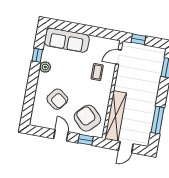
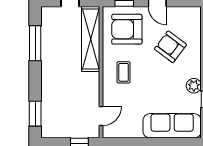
coffee table: (97, 72) -> (124, 72), moved
armchair: (87, 118) -> (127, 29), turned 135

